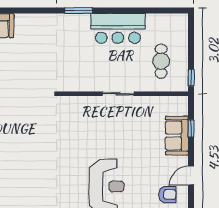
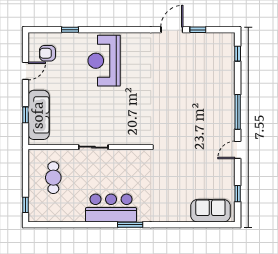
bar counter: (118, 28) -> (111, 208), moved
window: (191, 78) -> (25, 205), moved
sofa: (177, 135) -> (39, 115), width x1.36

